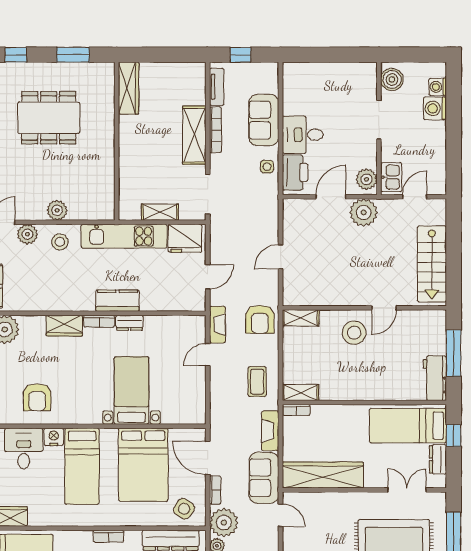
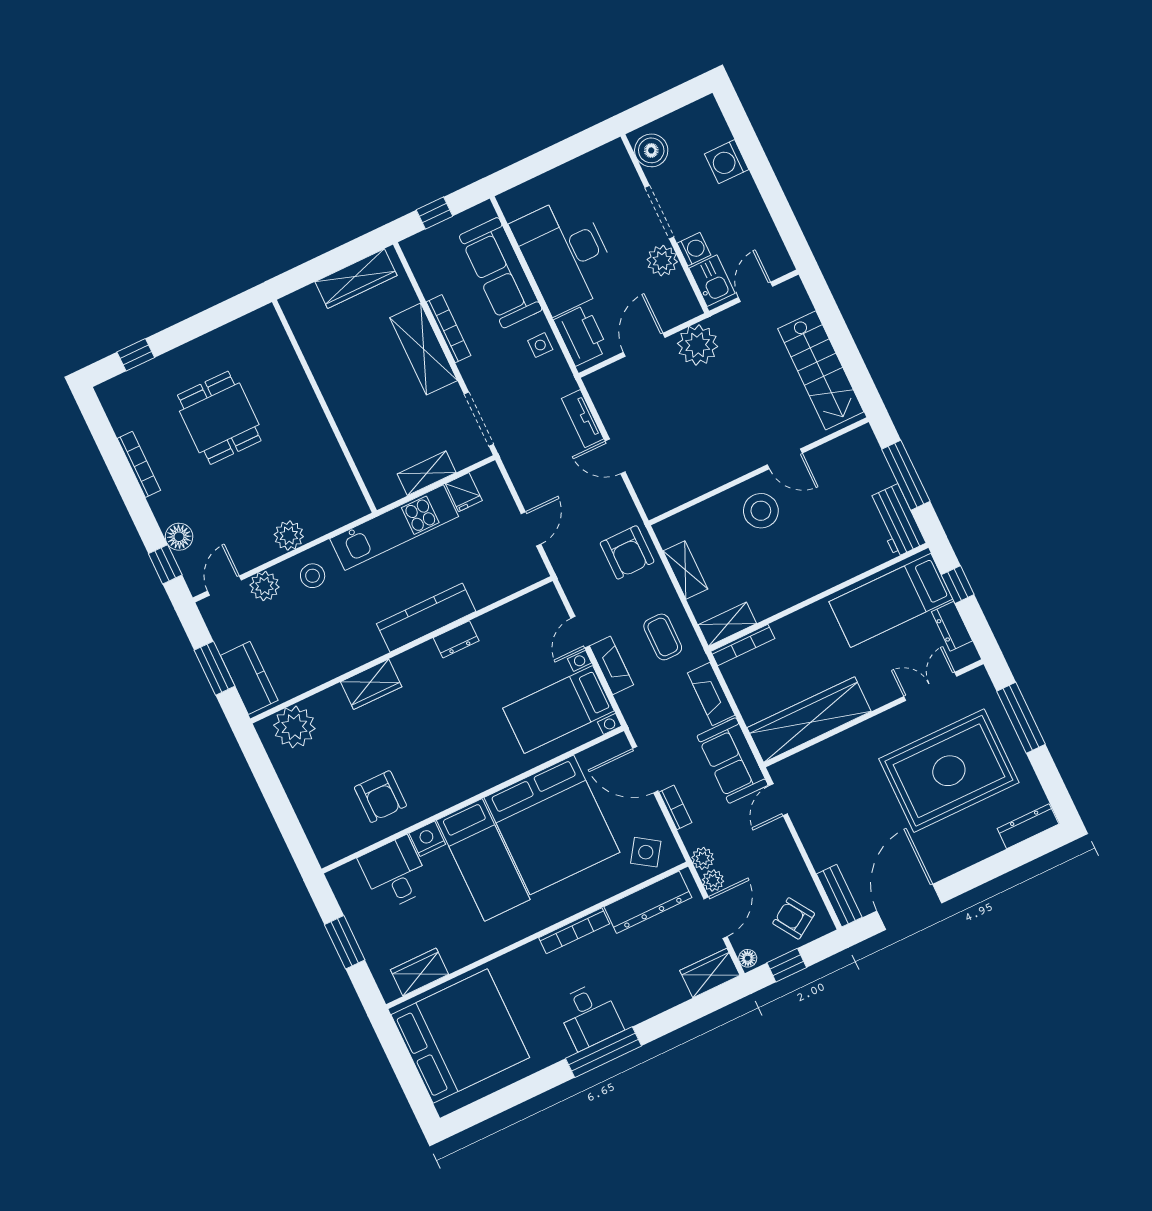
window: (73, 55) -> (212, 319), removed
tv unit: (217, 87) -> (583, 419), moved, turned 180
washing machine: (438, 87) -> (694, 249), moved, turned 180
wardrobe: (129, 88) -> (356, 279), moved, turned 90
dining table: (49, 118) -> (219, 418), width x0.73
sofa: (264, 120) -> (501, 273), width x1.36
desk: (303, 135) -> (565, 254), width x1.87, depth x1.30
plant: (367, 179) -> (662, 261), moved
fridge: (185, 238) -> (464, 492), width x0.53, depth x0.75
door: (281, 257) -> (615, 456), hinge flipped
kitchen counter: (117, 301) -> (426, 618), width x1.50
door: (384, 308) -> (785, 459), hinge flipped
shelving: (301, 318) -> (685, 570), moved, turned 90
bookcase: (99, 321) -> (415, 656), removed
fireplace: (217, 325) -> (612, 665), moved
bed with nightstands: (132, 391) -> (559, 709), moved, turned -90
bookcase: (296, 410) -> (743, 645), width x1.56
bed: (143, 465) -> (552, 825), width x1.36
door: (281, 515) -> (778, 800), swing flipped
plant: (224, 523) -> (703, 858), width x0.53, depth x0.53
bookcase: (108, 536) -> (574, 931), width x1.56

